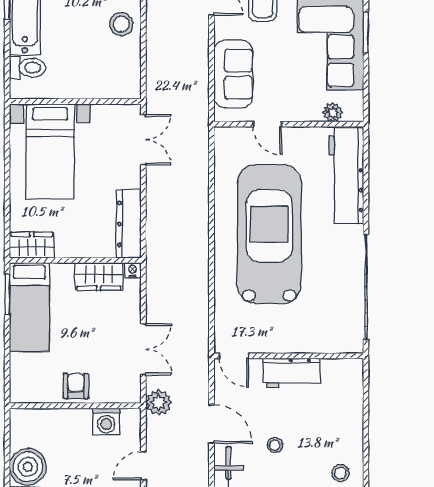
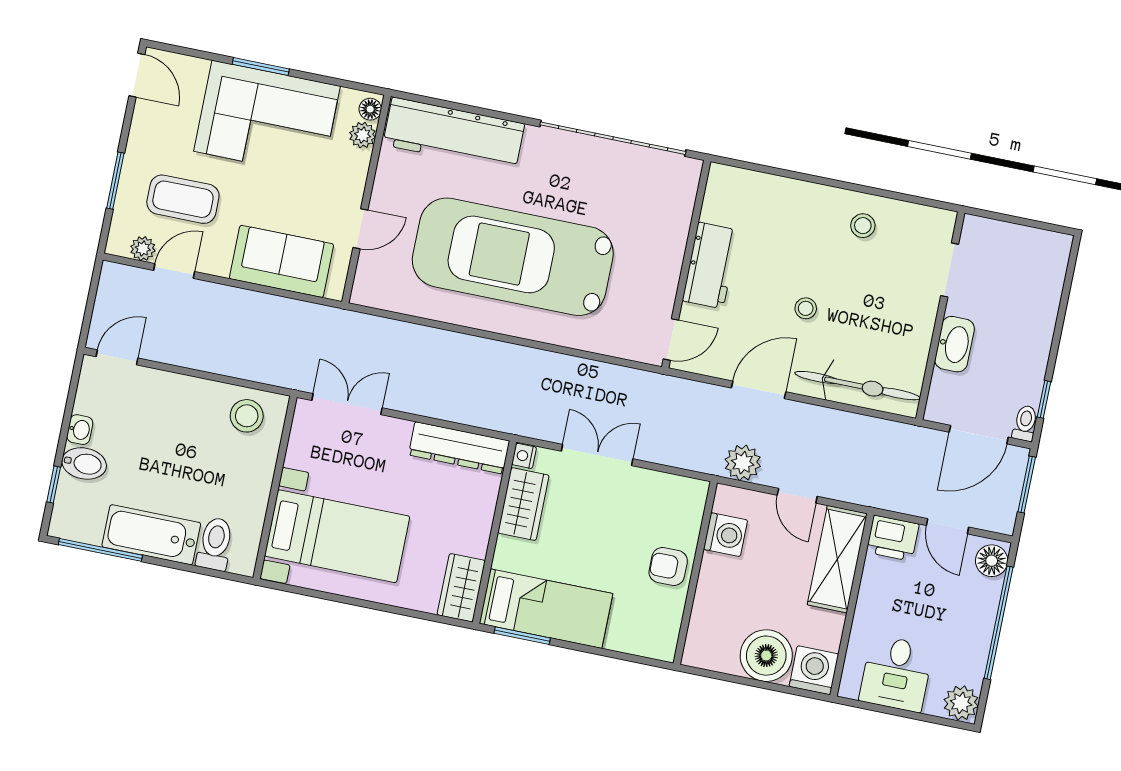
stool: (121, 24) -> (247, 416), moved
floor lamp: (352, 114) -> (370, 109), added
double door: (143, 349) -> (597, 455), moved
plant: (159, 403) -> (743, 463), moved

